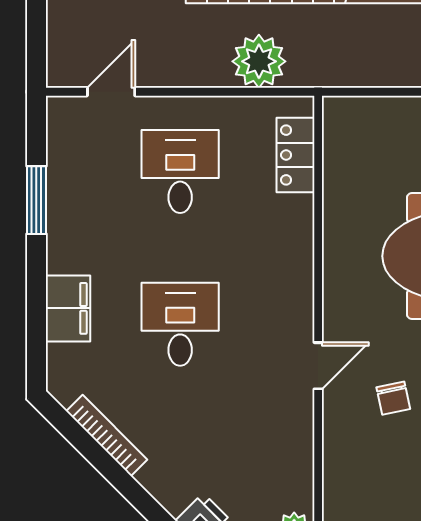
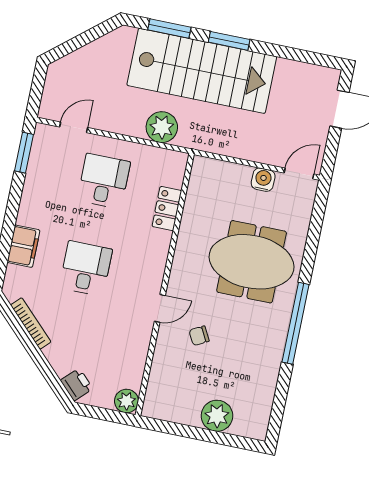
locker: (295, 155) -> (167, 209), moved
window: (36, 200) -> (24, 153), moved
chair: (393, 398) -> (199, 336), turned 74

